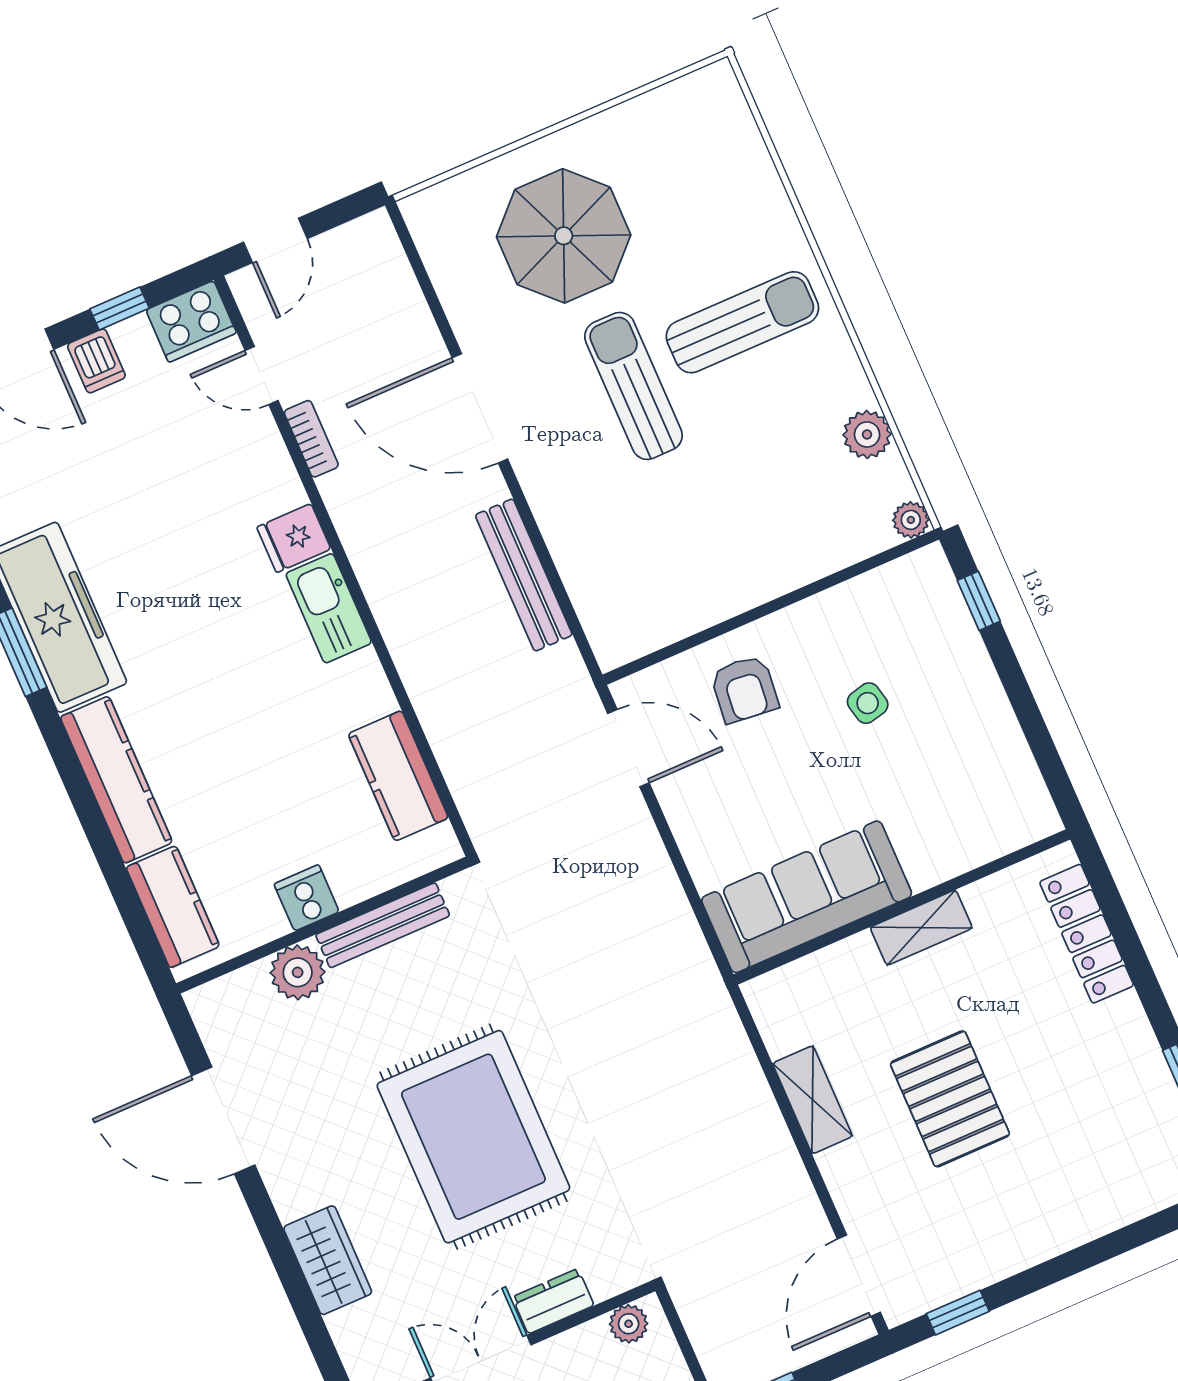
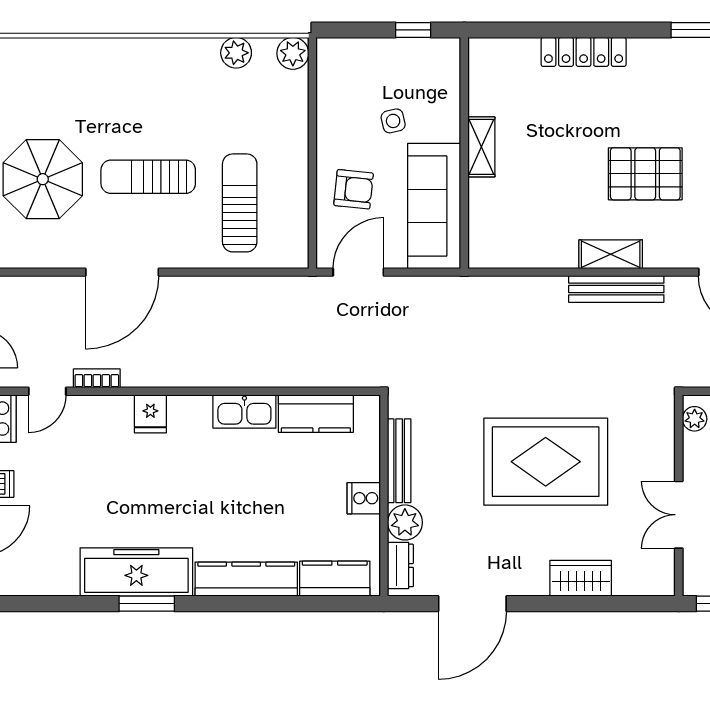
sun lounger: (742, 322) -> (240, 203), moved
plant: (911, 520) -> (293, 53), width x1.38, depth x1.38
bench: (524, 575) -> (616, 289), moved
window: (979, 601) -> (413, 30), moved
kitchen sink: (329, 608) -> (244, 411), moved
sofa: (807, 897) -> (434, 206), moved
wall: (902, 907) -> (464, 153), moved
shelving: (921, 928) -> (481, 147), moved
dresser: (553, 1301) -> (400, 565), moved, turned 180

